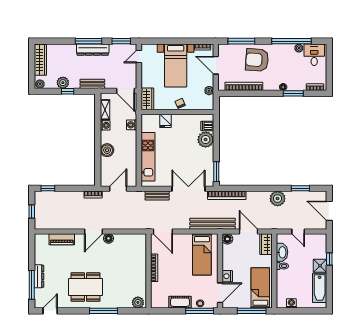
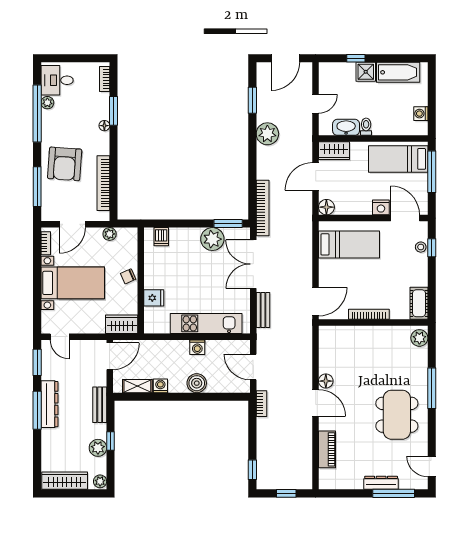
washing machine: (132, 125) -> (197, 347), moved
plant: (206, 140) -> (212, 239), moved
bench: (213, 224) -> (304, 229), removed
cot: (180, 302) -> (419, 303), moved
window: (200, 311) -> (432, 248), width x0.46

